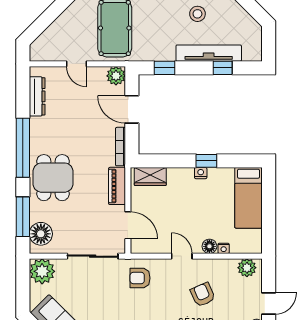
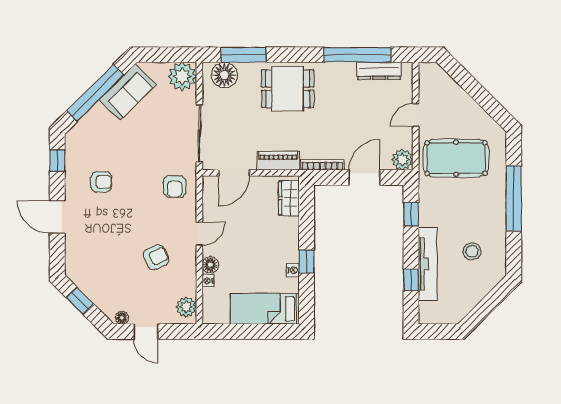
window: (23, 148) -> (357, 55), moved
nightstand: (201, 173) -> (293, 270), moved
armchair: (140, 278) -> (175, 187), turned 180

